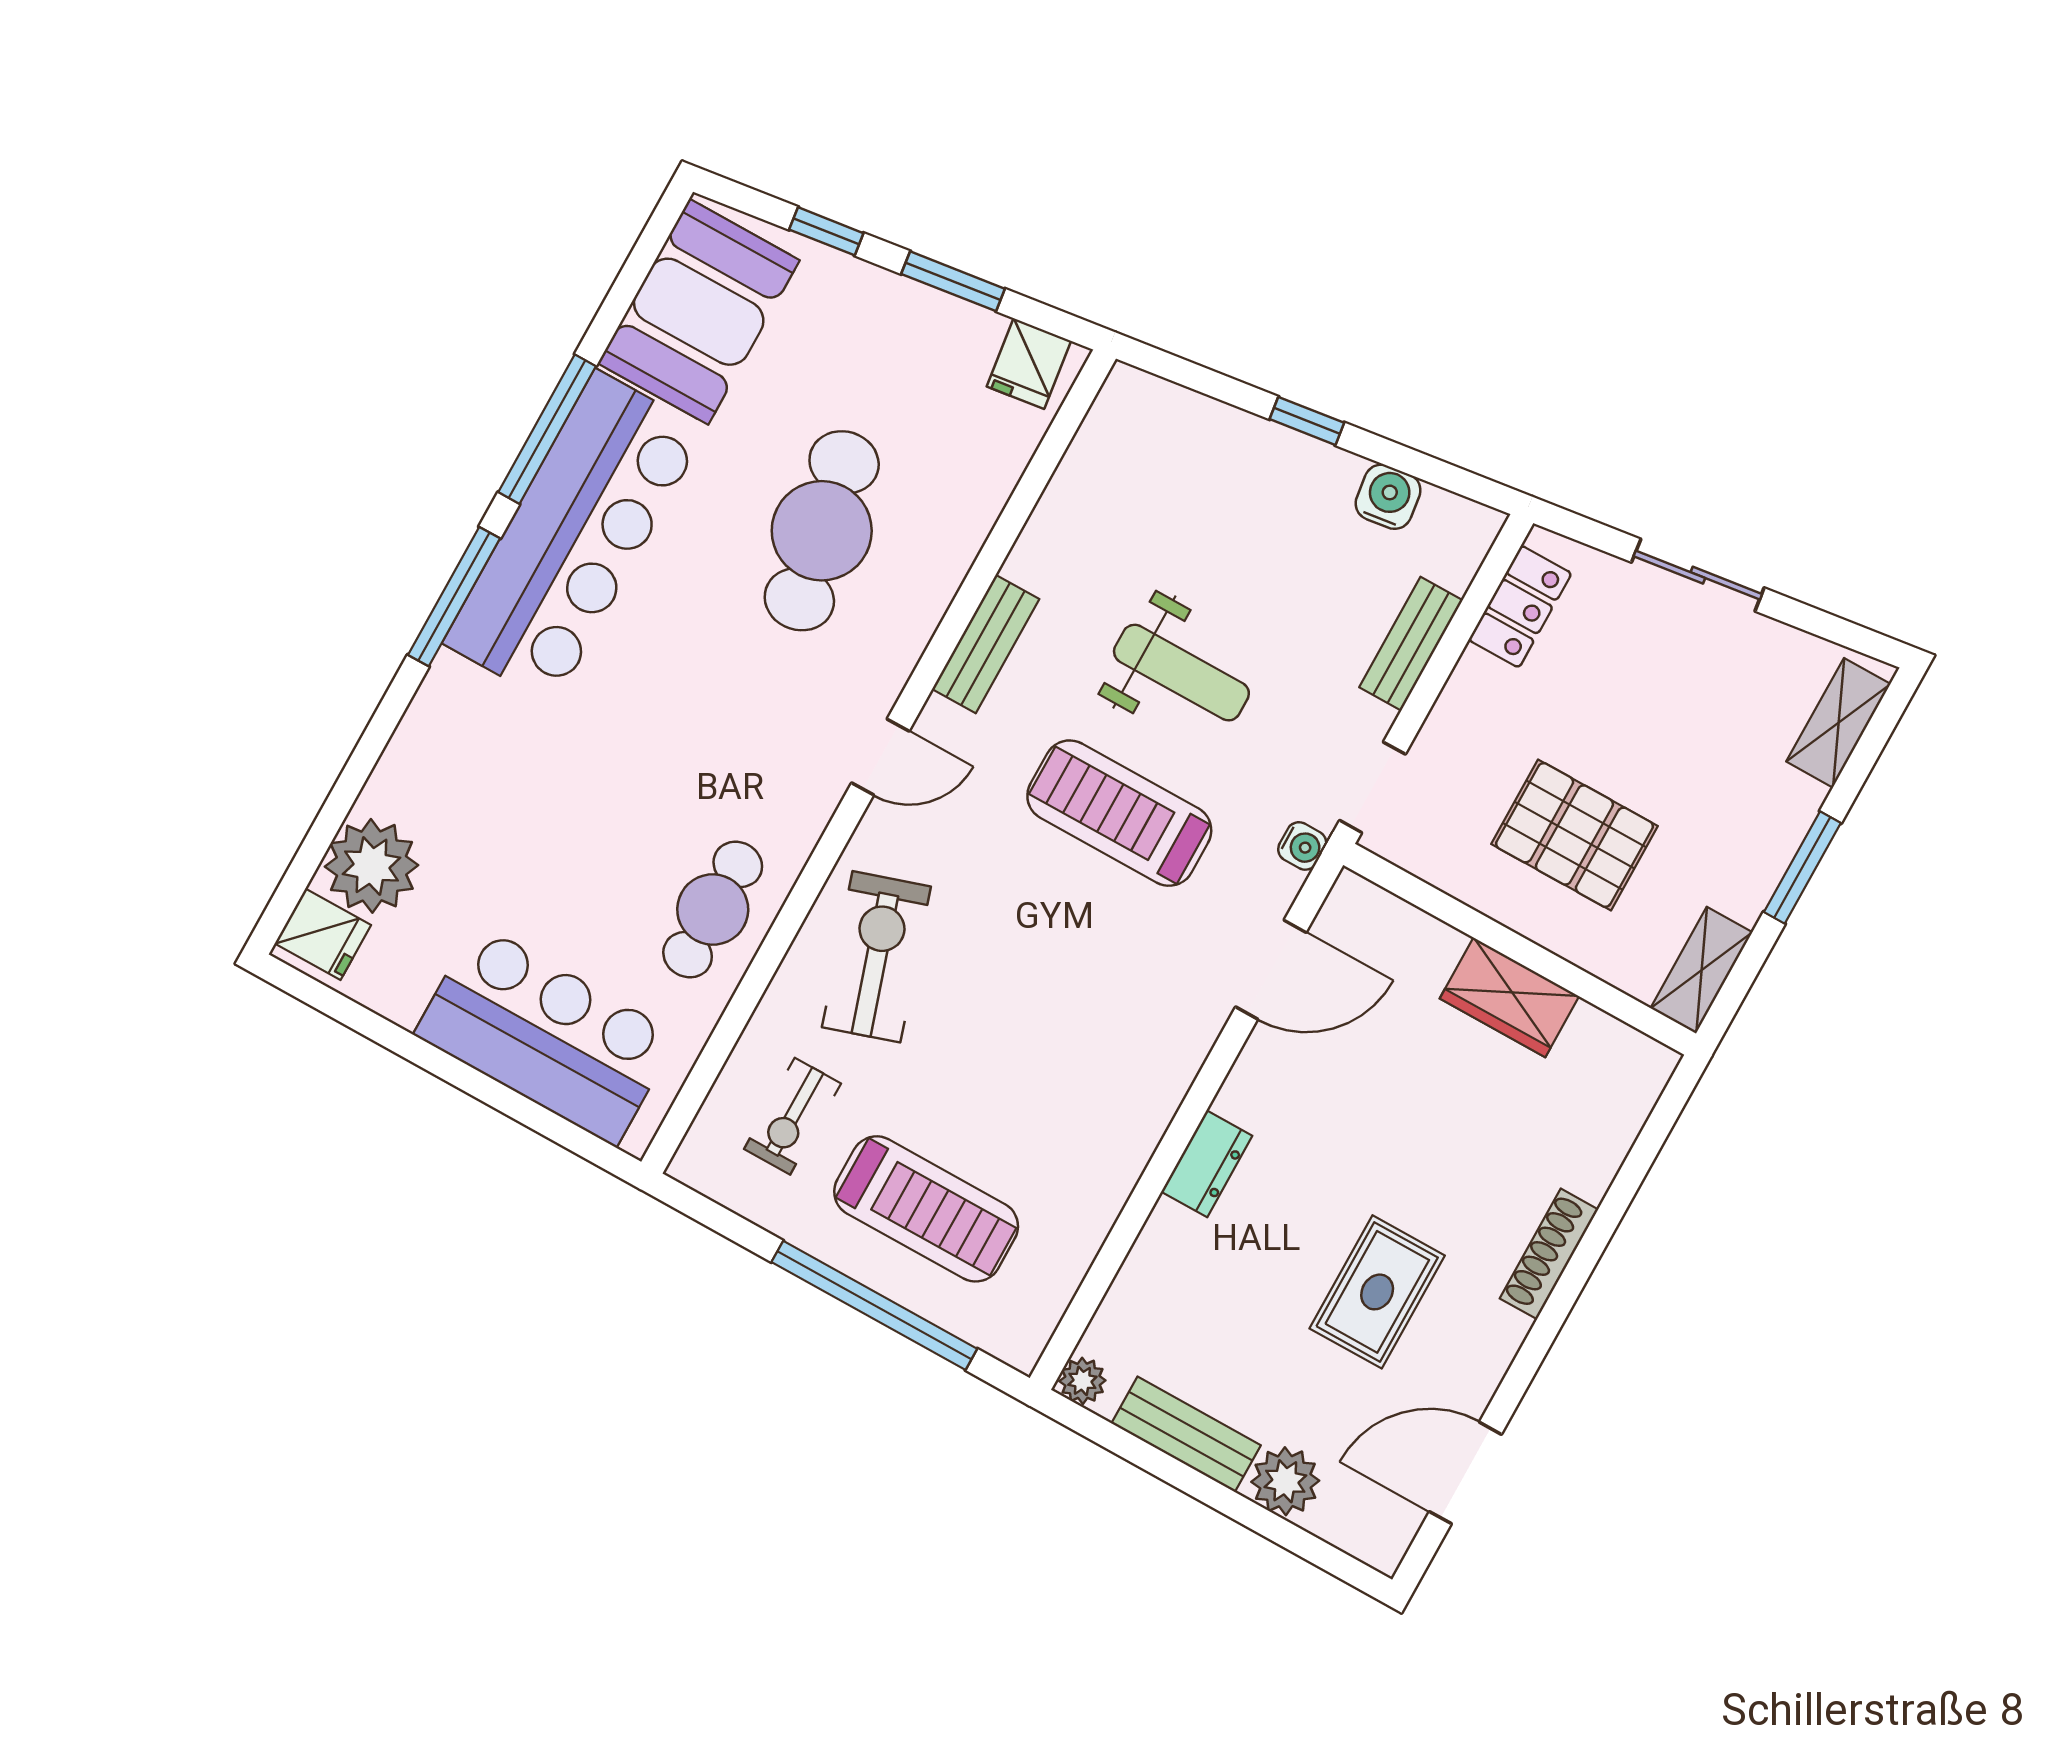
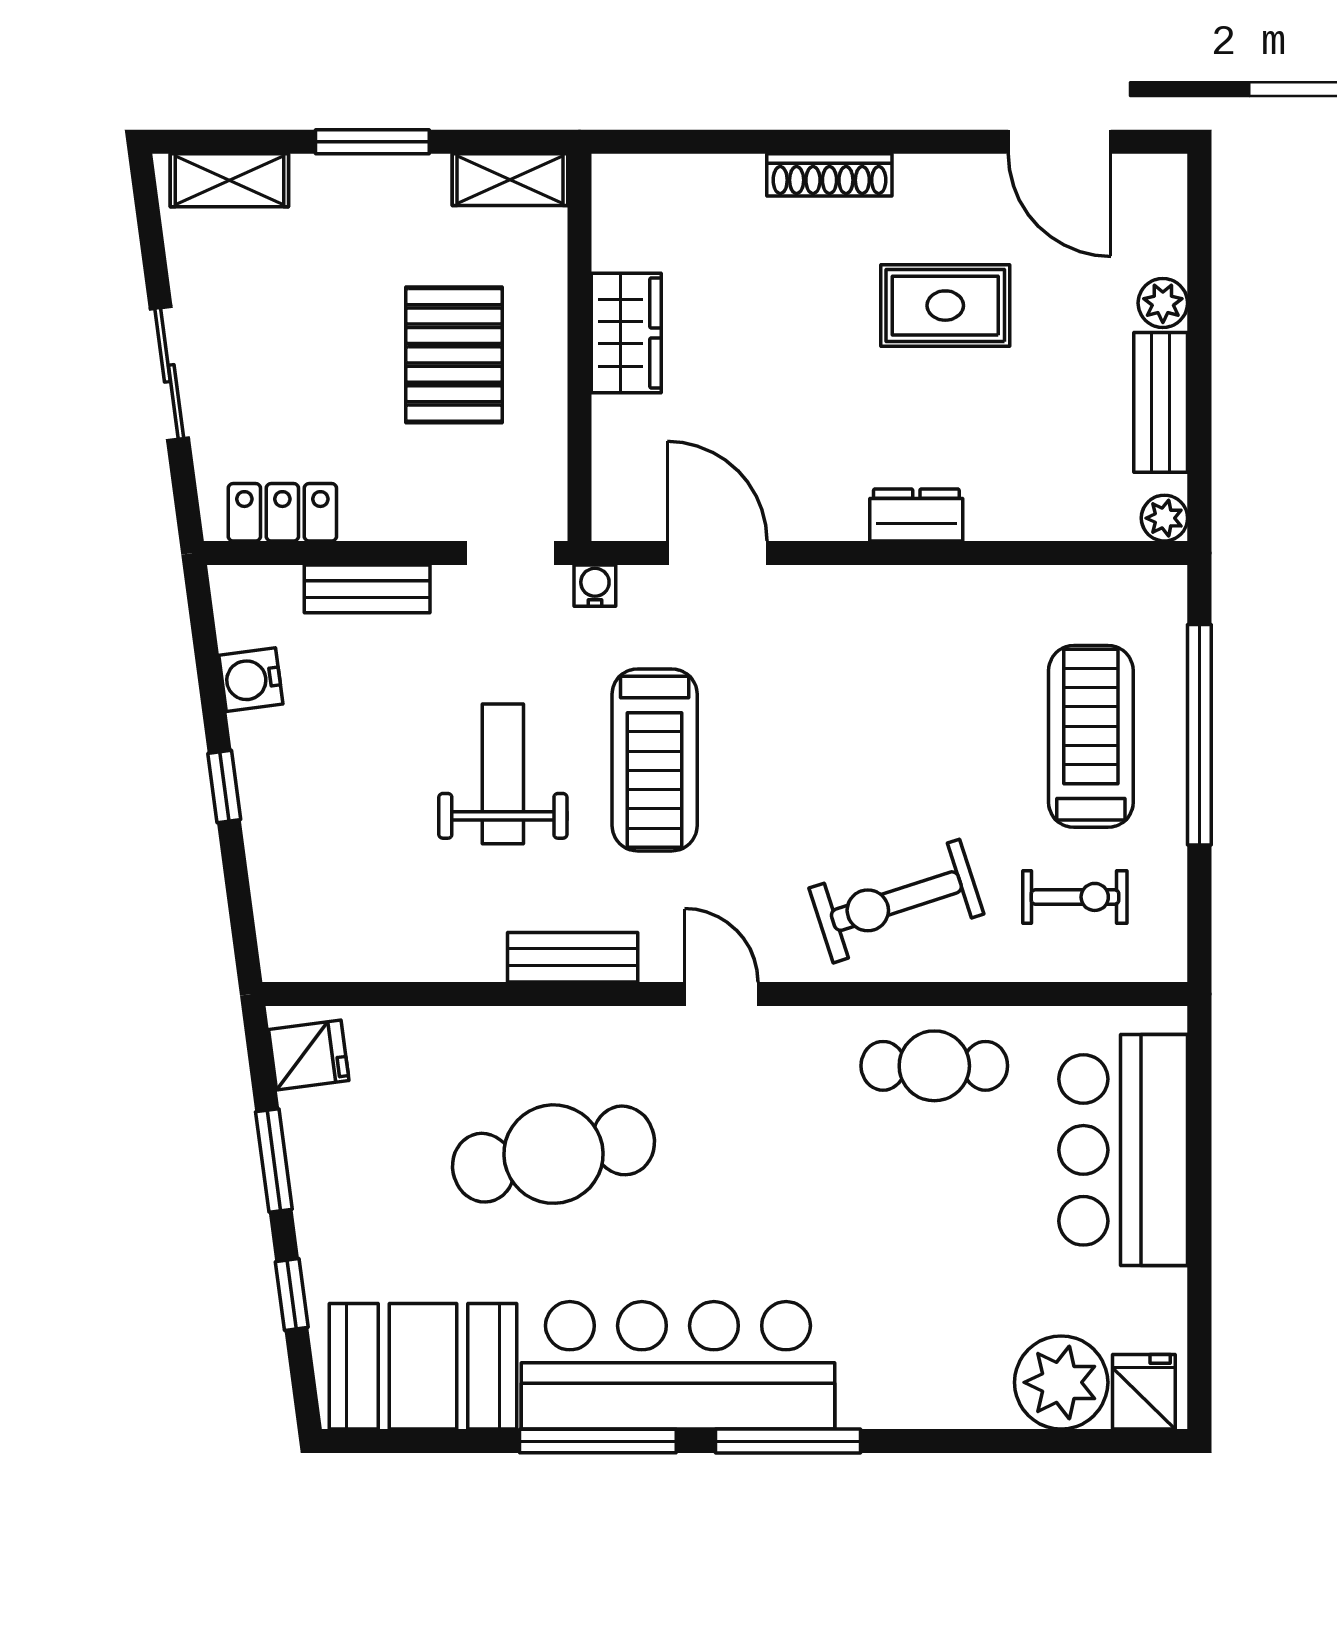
plant: (1285, 1481) -> (1163, 303), width x0.73, depth x0.73

